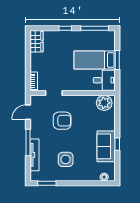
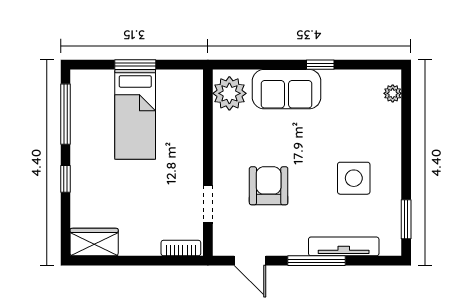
desk: (104, 80) -> (180, 93), removed
sofa: (106, 146) -> (287, 89), moved

